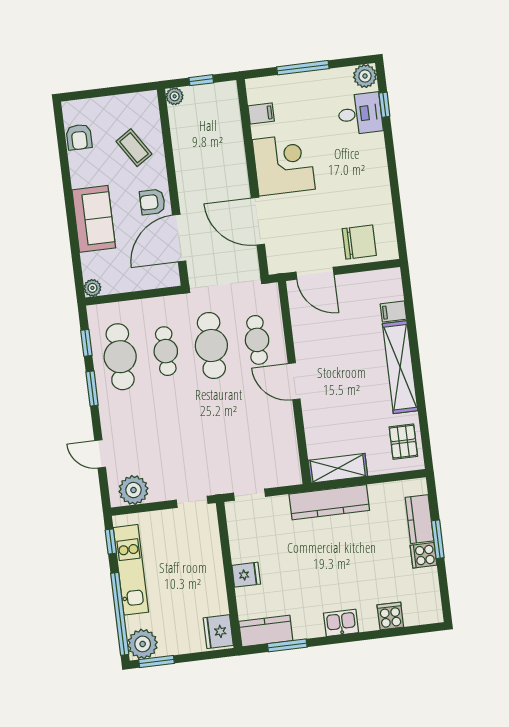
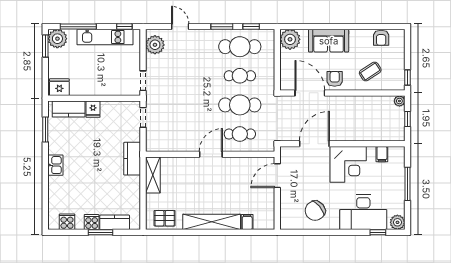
window: (136, 88) -> (407, 77), added
desk: (360, 114) -> (363, 212), width x1.87, depth x1.30
armchair: (79, 137) -> (381, 38), turned -90
chair: (359, 242) -> (315, 211), moved, turned 50
plant: (92, 288) -> (290, 39), width x1.88, depth x1.88
door: (100, 454) -> (180, 27), hinge flipped
kitchen counter: (329, 502) -> (132, 159), width x0.67
window: (120, 614) -> (78, 27), width x0.68
cooker: (390, 616) -> (67, 222), moved, turned -90
kitchen counter: (266, 631) -> (69, 109), moved, turned 90

